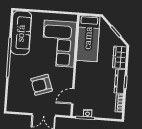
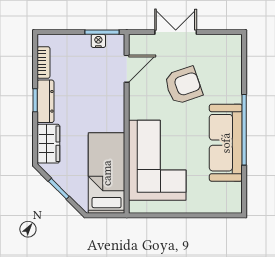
sofa: (21, 33) -> (226, 143), moved

